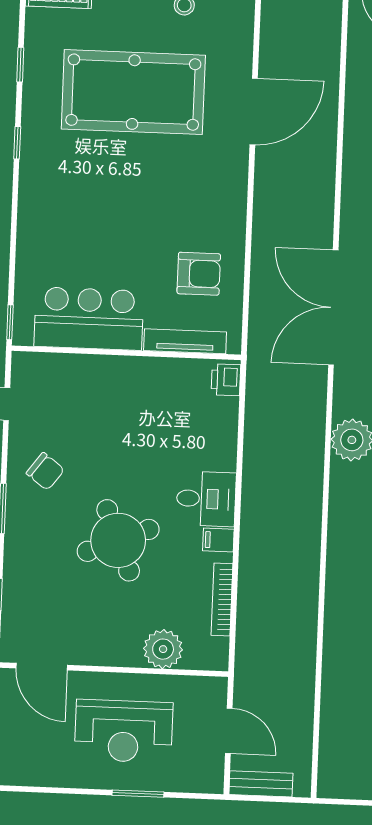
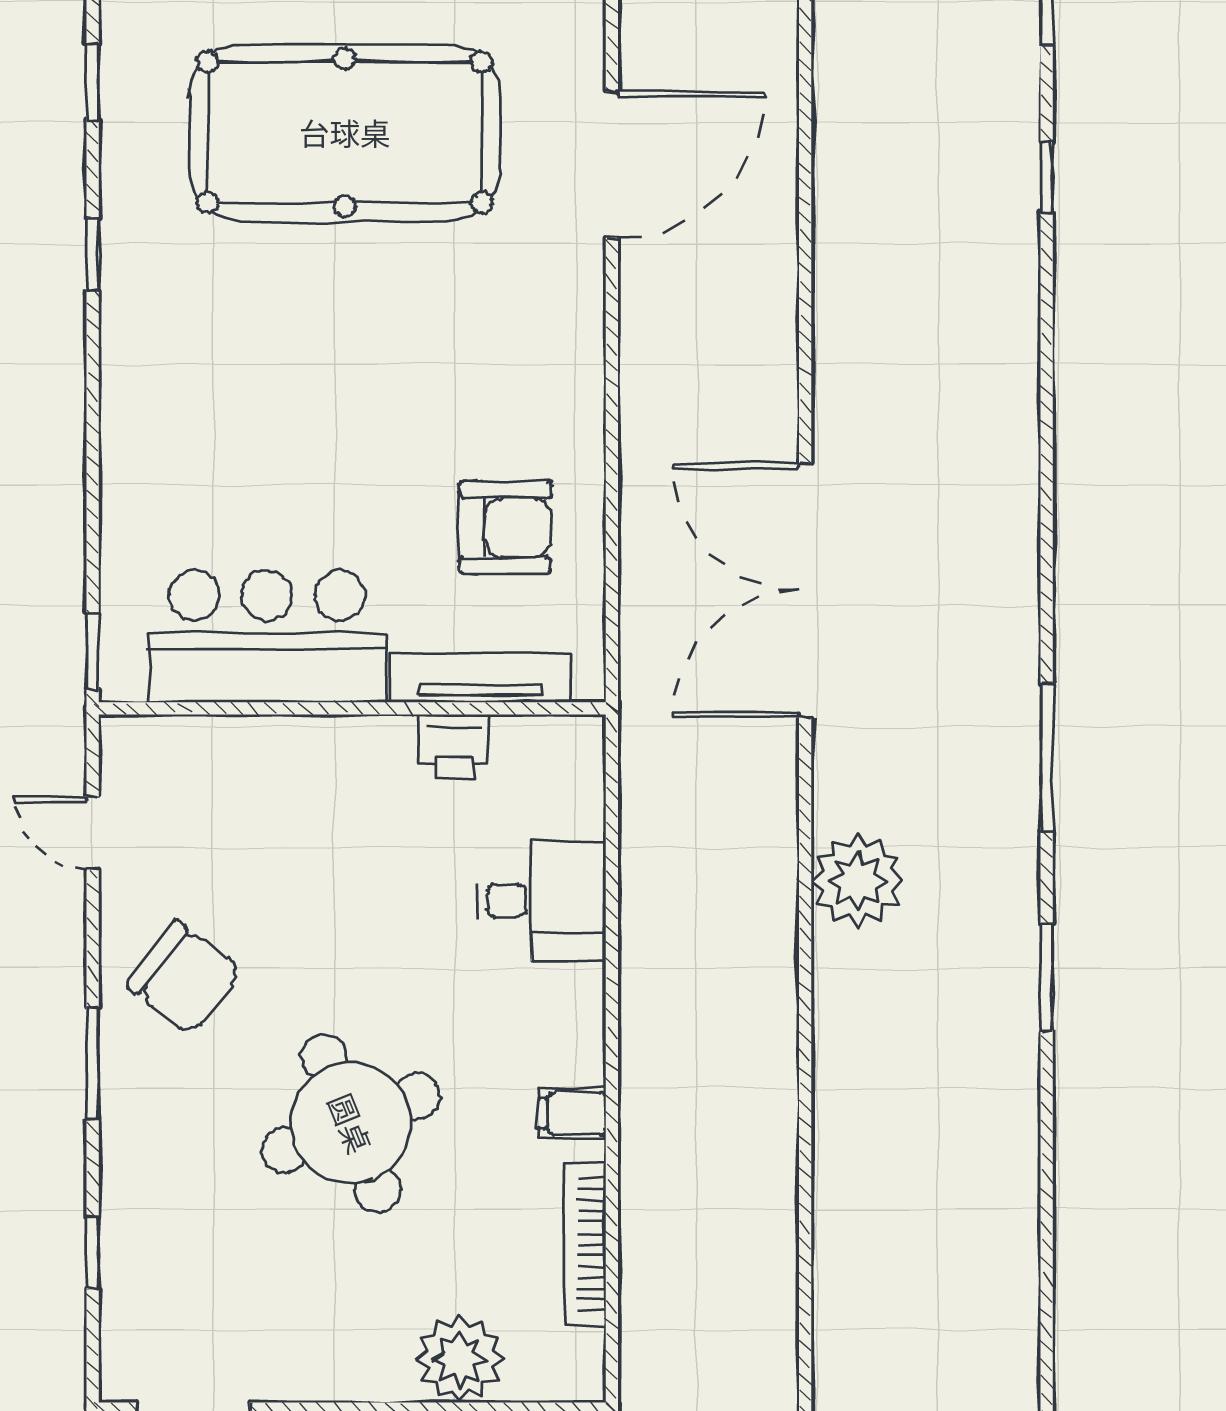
printer: (226, 380) -> (454, 746), moved, turned -90
chair: (45, 471) -> (184, 977), width x1.37, depth x1.37
desk: (206, 499) -> (541, 901), moved

